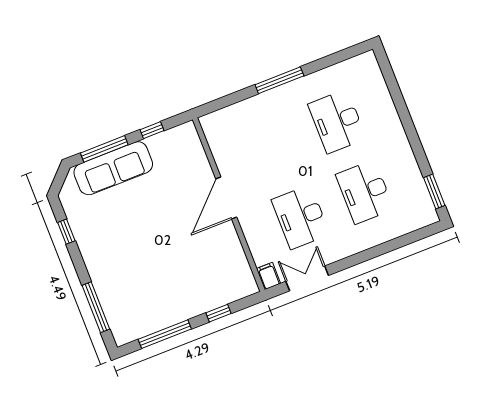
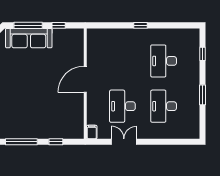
window: (279, 80) -> (140, 25), width x0.46
window: (393, 87) -> (202, 54), added
window: (434, 192) -> (202, 95), moved
double door: (307, 278) -> (124, 142), moved

